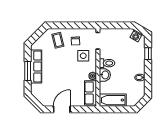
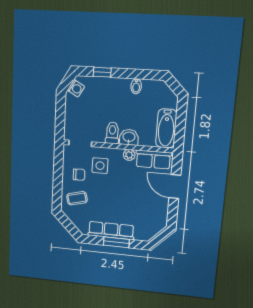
door: (62, 109) -> (175, 187), moved

